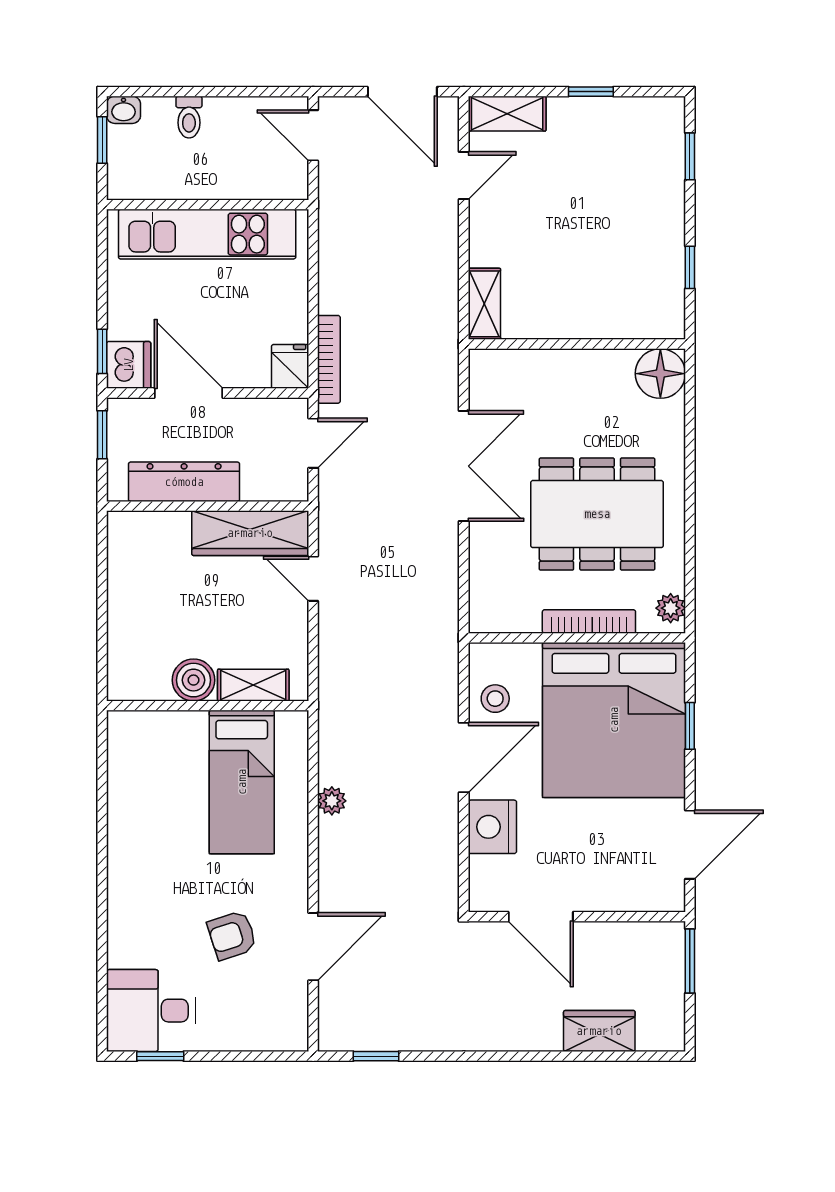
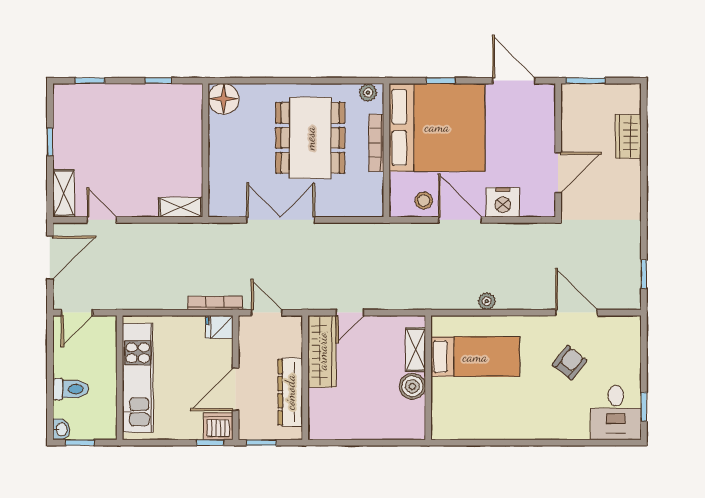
toilet: (189, 117) -> (71, 389), width x1.37, depth x1.39
armchair: (232, 935) -> (570, 363), turned -124

